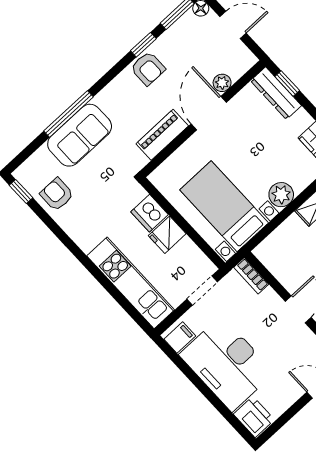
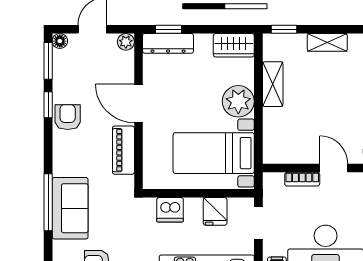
armchair: (148, 68) -> (68, 117), turned -90
plant: (222, 83) -> (126, 42), moved
plant: (281, 195) -> (238, 101), width x1.36, depth x1.36
fridge: (167, 235) -> (215, 211), moved
bookcase: (251, 276) -> (302, 179), moved

